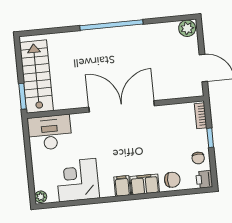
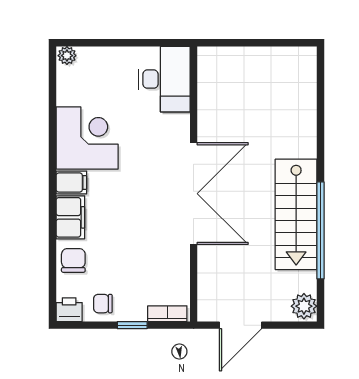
window: (111, 25) -> (320, 230), moved
stairs: (36, 77) -> (296, 214), moved, turned 90
window: (23, 96) -> (224, 43), removed
corner desk: (78, 180) -> (87, 138), moved
chair: (172, 180) -> (73, 260), turned 180

